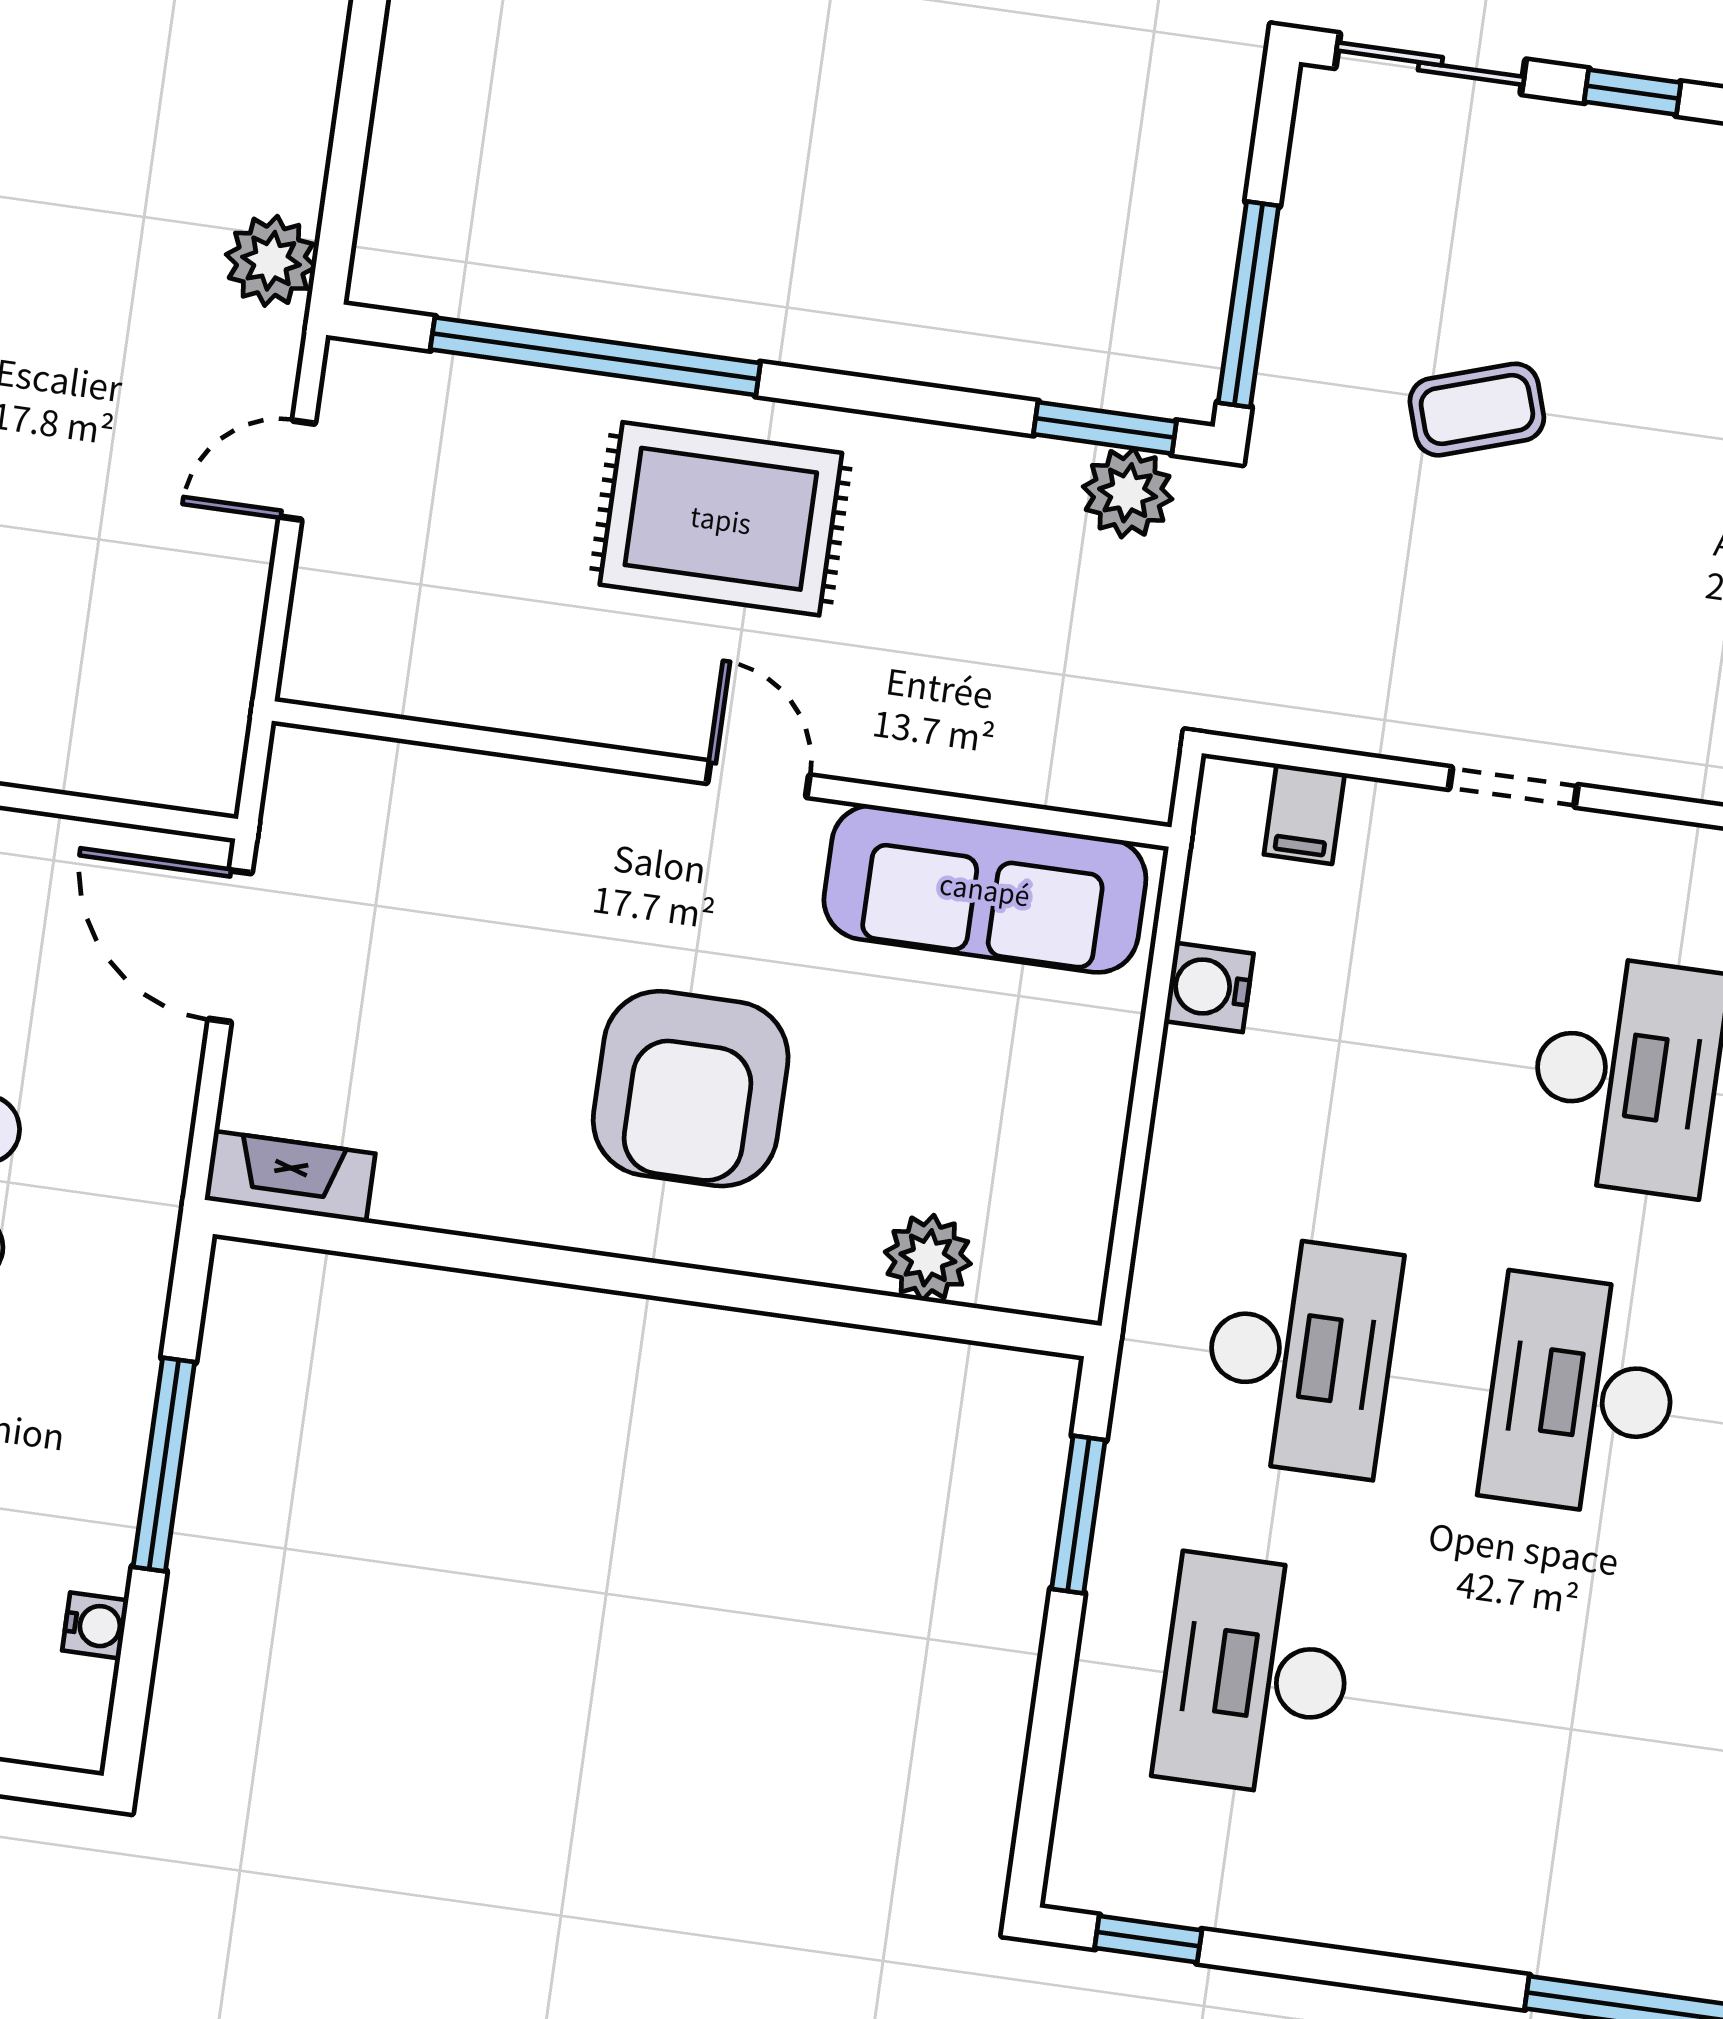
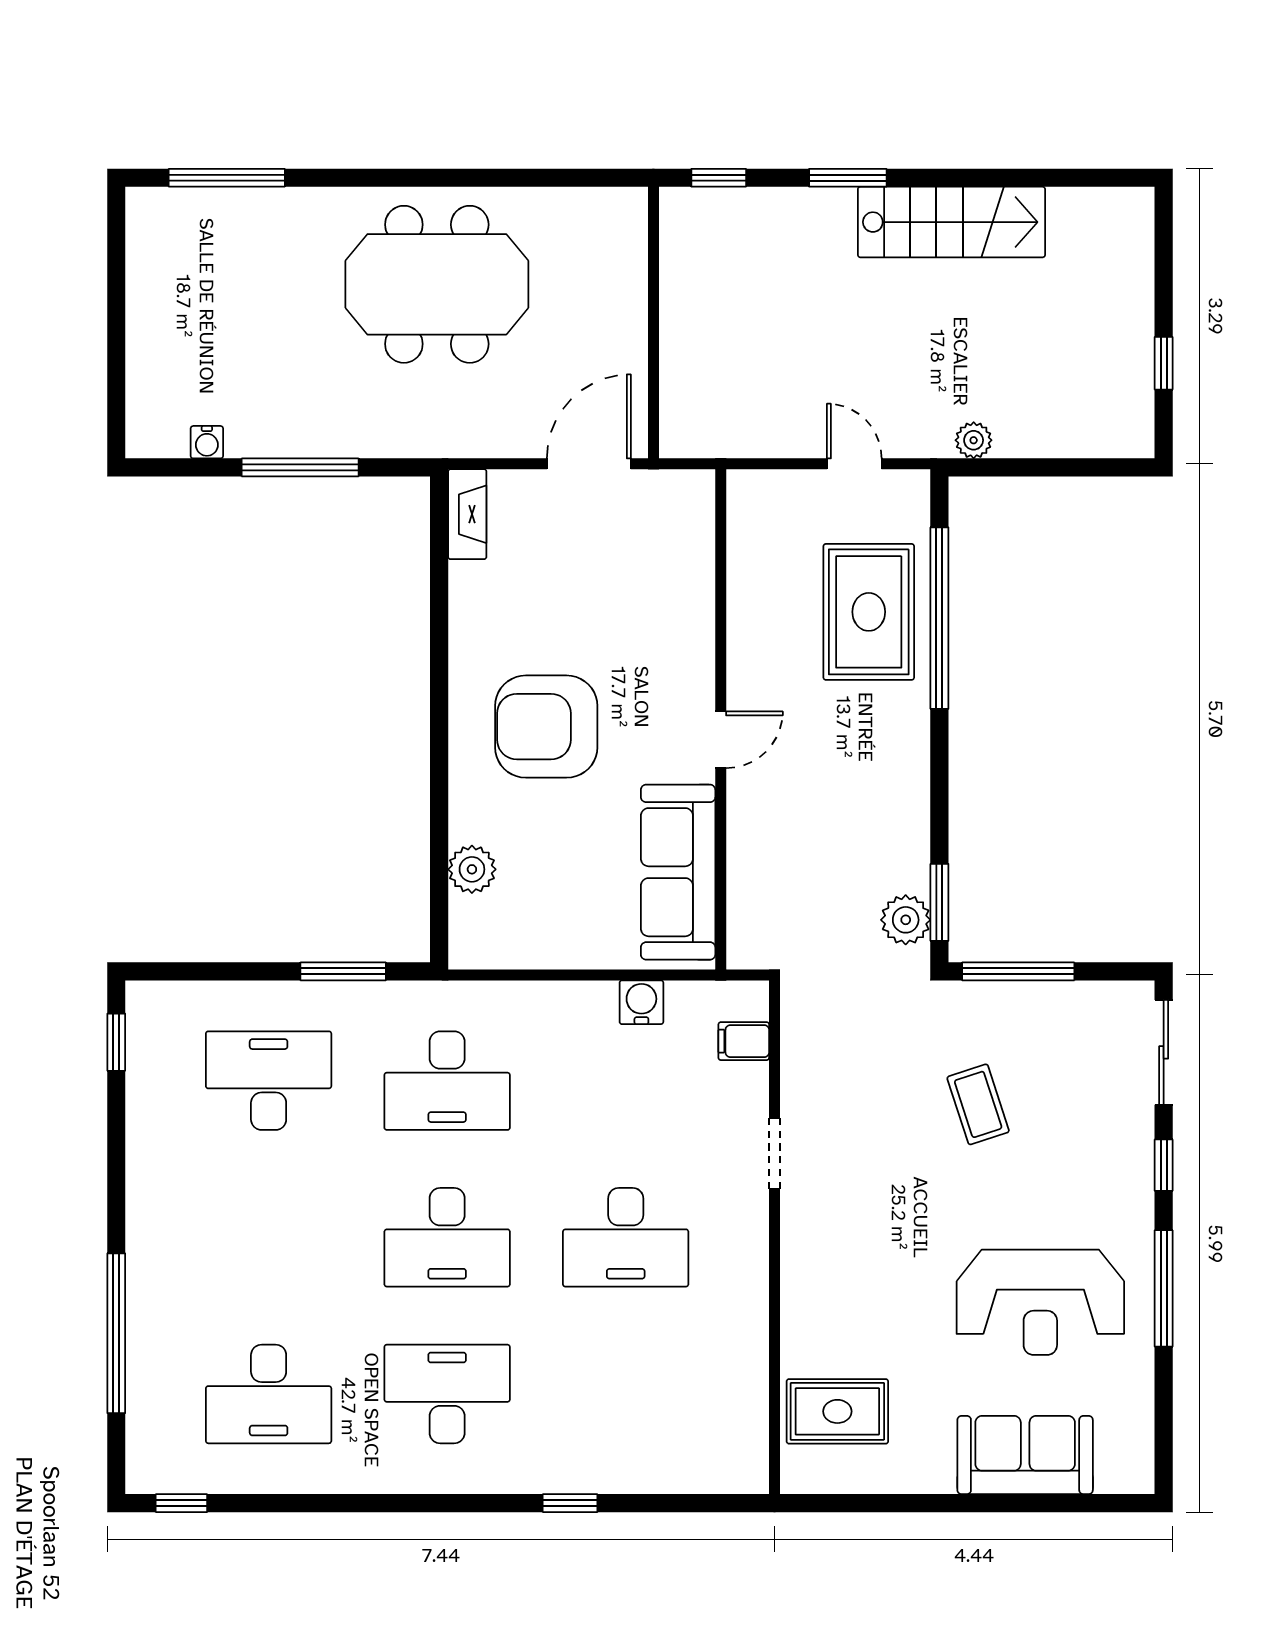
plant: (271, 261) -> (974, 440), width x0.73, depth x0.73
rug: (721, 519) -> (869, 612), moved
desk: (1581, 1395) -> (447, 1237), turned 180

